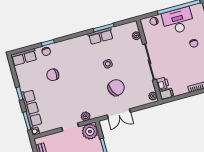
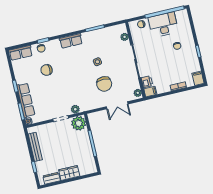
row of seats: (101, 36) -> (71, 41), moved
chair: (116, 88) -> (104, 84), turned 116
double door: (119, 114) -> (117, 105), moved

